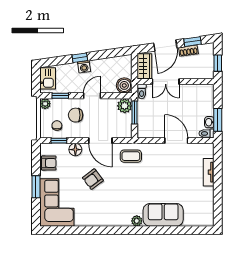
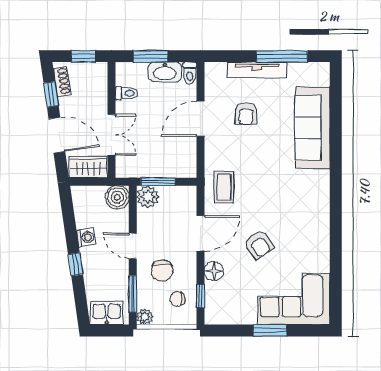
shoe rack: (188, 51) -> (62, 81), moved
washing machine: (84, 67) -> (86, 237), moved
toilet: (142, 92) -> (126, 93), moved
window: (60, 96) -> (133, 294), width x1.50
window: (218, 120) -> (150, 56), moved
washbasin: (209, 122) -> (165, 72), width x1.91, depth x1.45
armchair: (49, 163) -> (246, 114), moved, turned 180
tv unit: (209, 172) -> (257, 70), width x1.41
window: (218, 195) -> (282, 56), added
sofa: (163, 215) -> (313, 128), width x1.36
plant: (137, 221) -> (322, 178), removed

